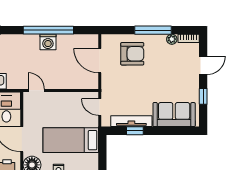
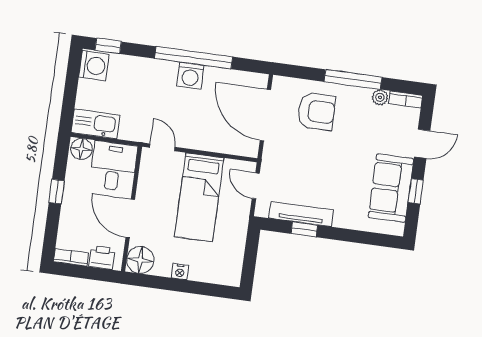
door: (100, 61) -> (265, 115), width x1.36
sofa: (174, 115) -> (391, 188), moved, turned -90
bed: (71, 140) -> (199, 197), moved, turned -90

